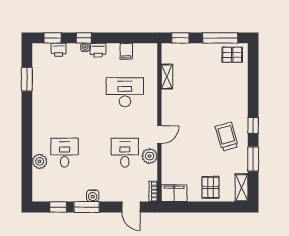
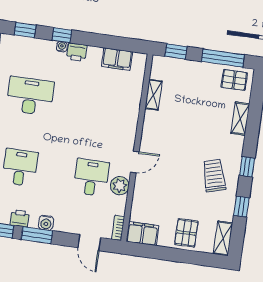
printer: (59, 50) -> (20, 218), moved, turned 180
filing cabinet: (126, 51) -> (117, 59), width x2.00
shelving: (242, 86) -> (240, 119), added
desk: (125, 92) -> (30, 96), moved
window: (253, 159) -> (241, 207), width x0.67

